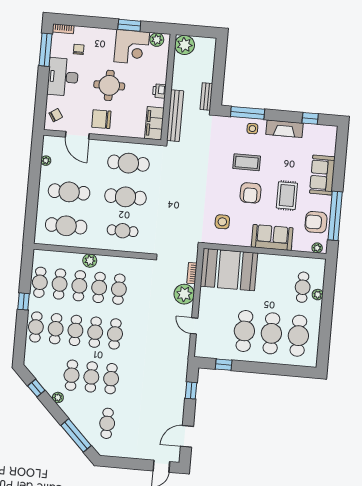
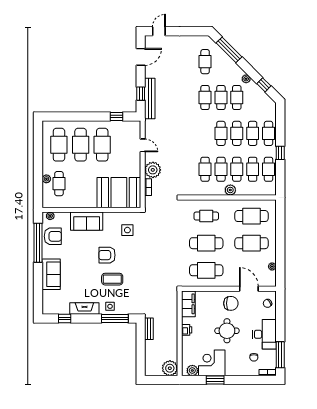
bench: (175, 116) -> (150, 98), moved
armchair: (251, 193) -> (107, 255), turned -90
rug: (287, 196) -> (78, 255), removed
cafe table: (115, 334) -> (205, 133), removed

